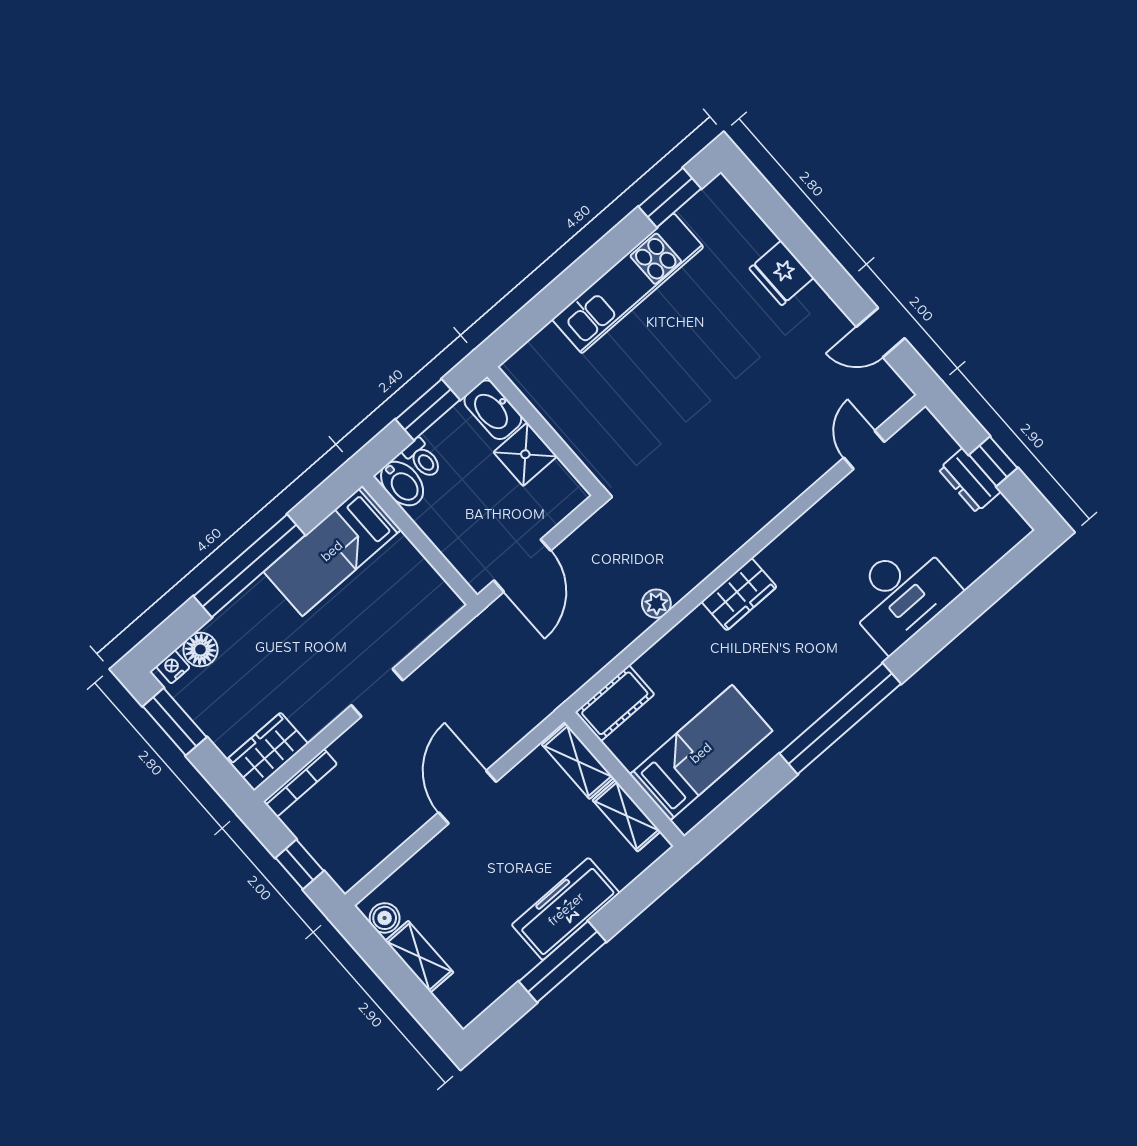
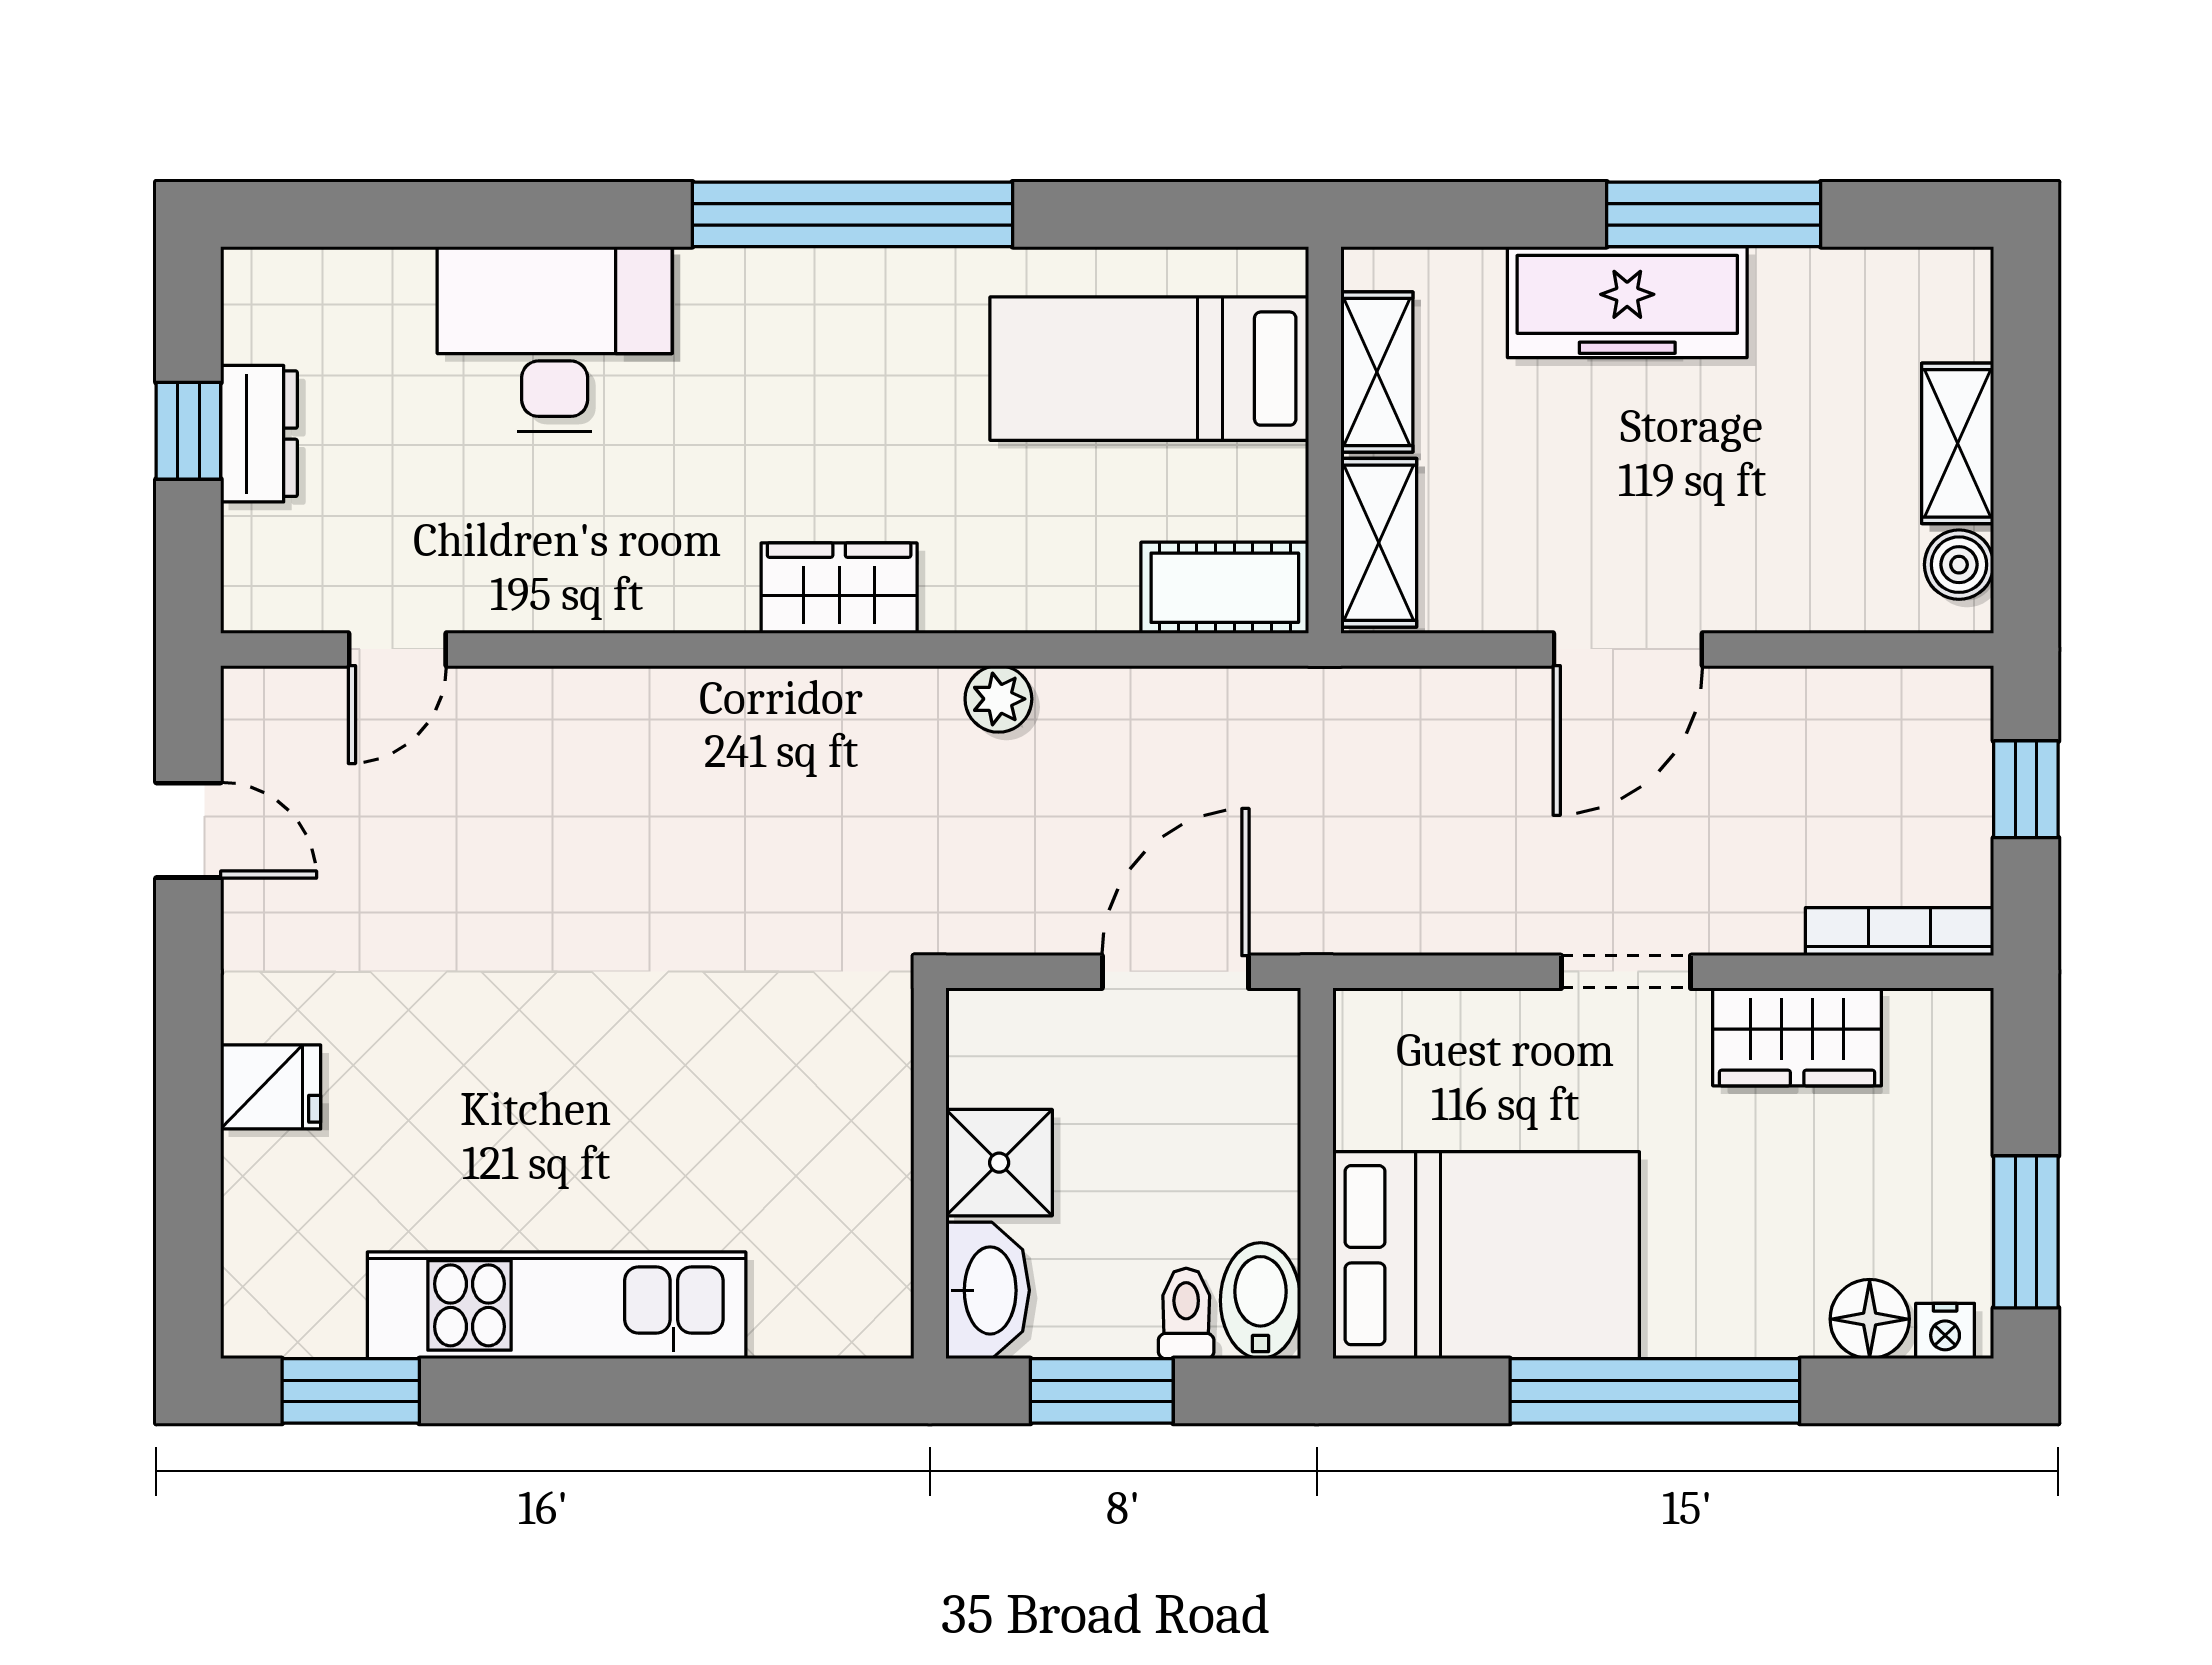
fridge: (781, 273) -> (271, 1087), width x0.72
bed: (332, 551) -> (1486, 1255), width x1.50
wardrobe: (267, 752) -> (1797, 1037), moved

